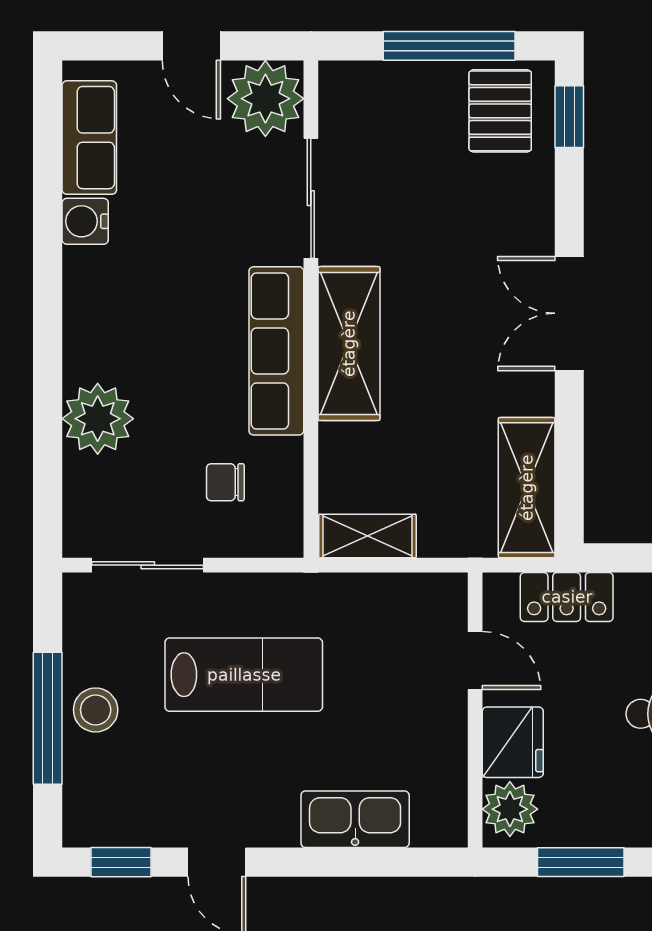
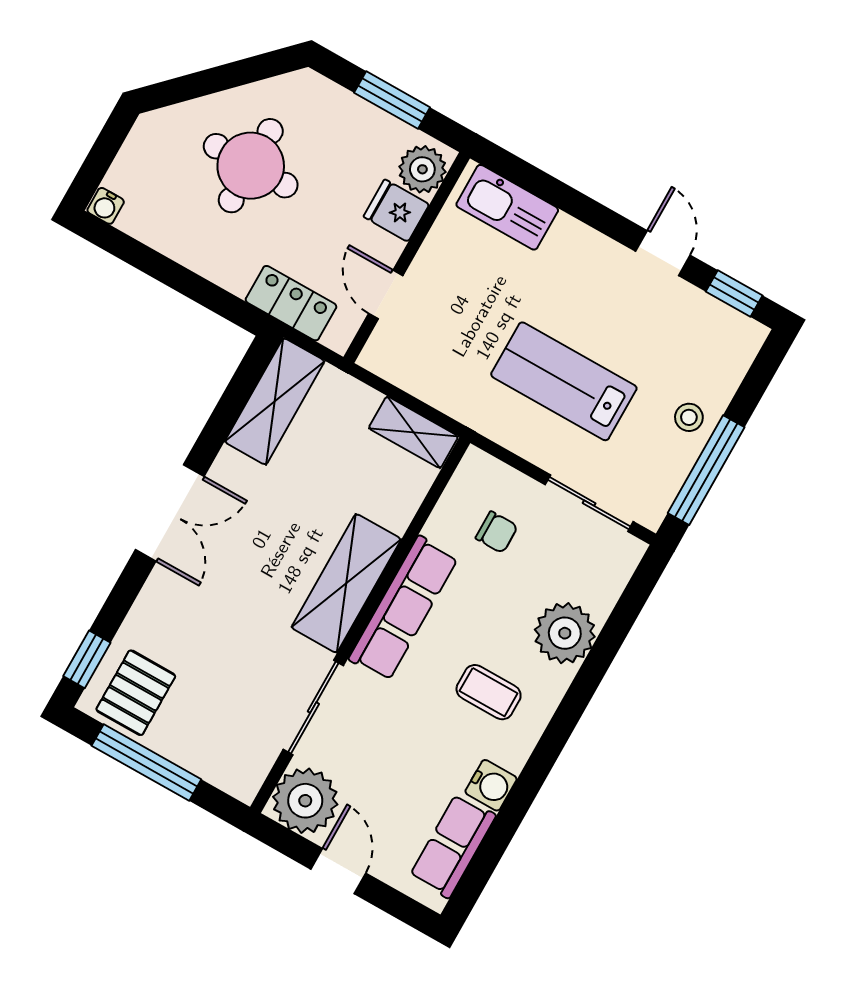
coffee table: (141, 315) -> (489, 692), added
stool: (96, 710) -> (689, 417), width x0.73, depth x0.73
window: (48, 718) -> (706, 470), moved
fridge: (513, 742) -> (396, 210), width x0.72
kitchen sink: (355, 819) -> (507, 207), moved

